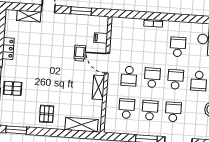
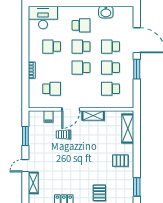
school desk: (129, 76) -> (52, 89), moved

